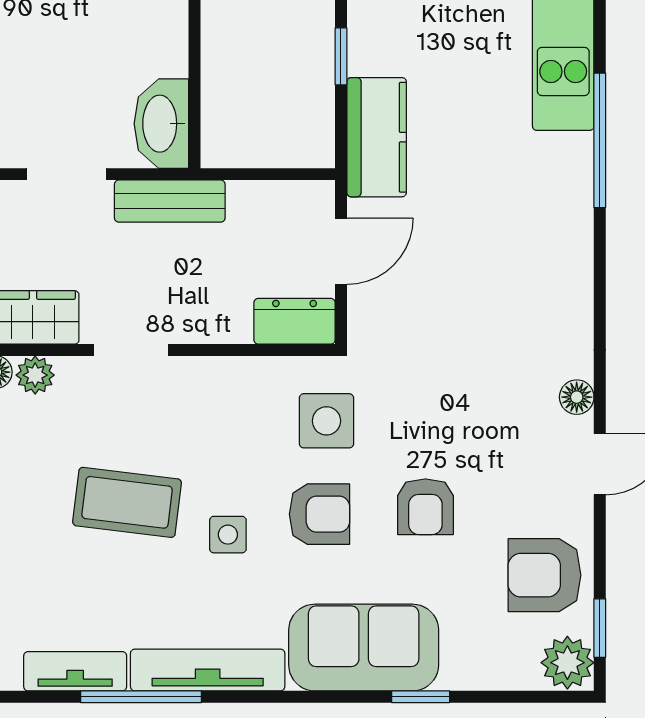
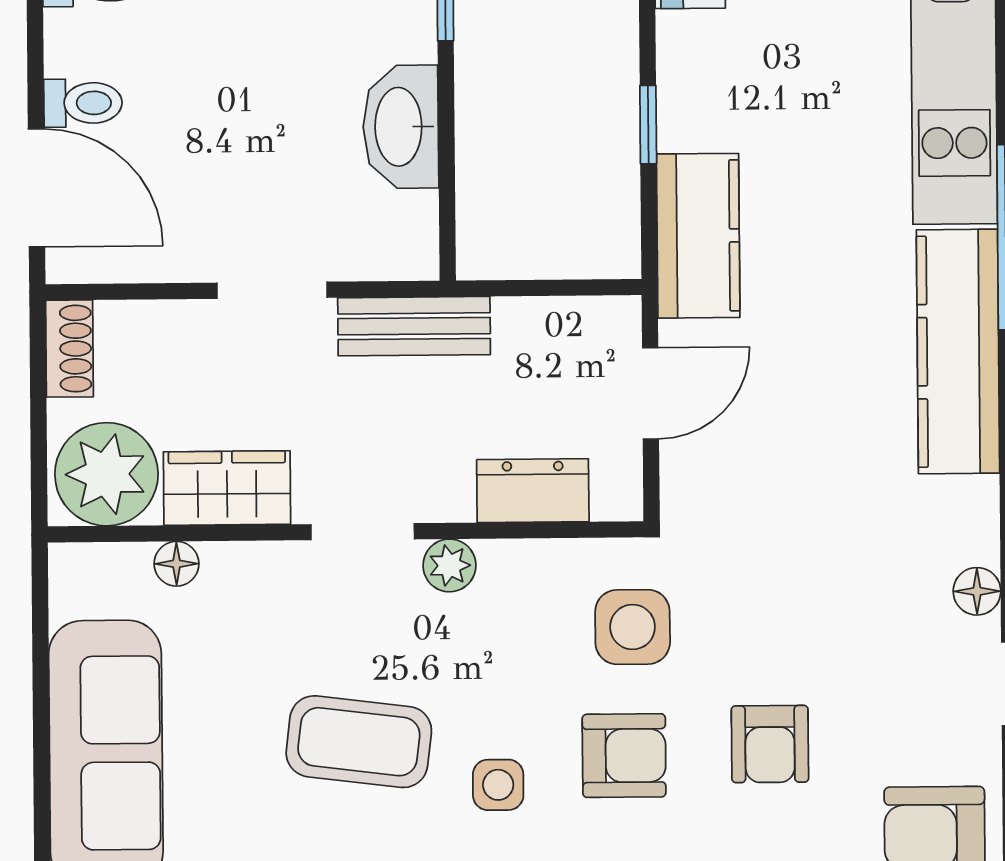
washbasin: (161, 124) -> (401, 127), moved
kitchen counter: (564, 223) -> (958, 351), added
dresser: (295, 321) -> (533, 491), moved
plant: (35, 375) -> (449, 565), moved

